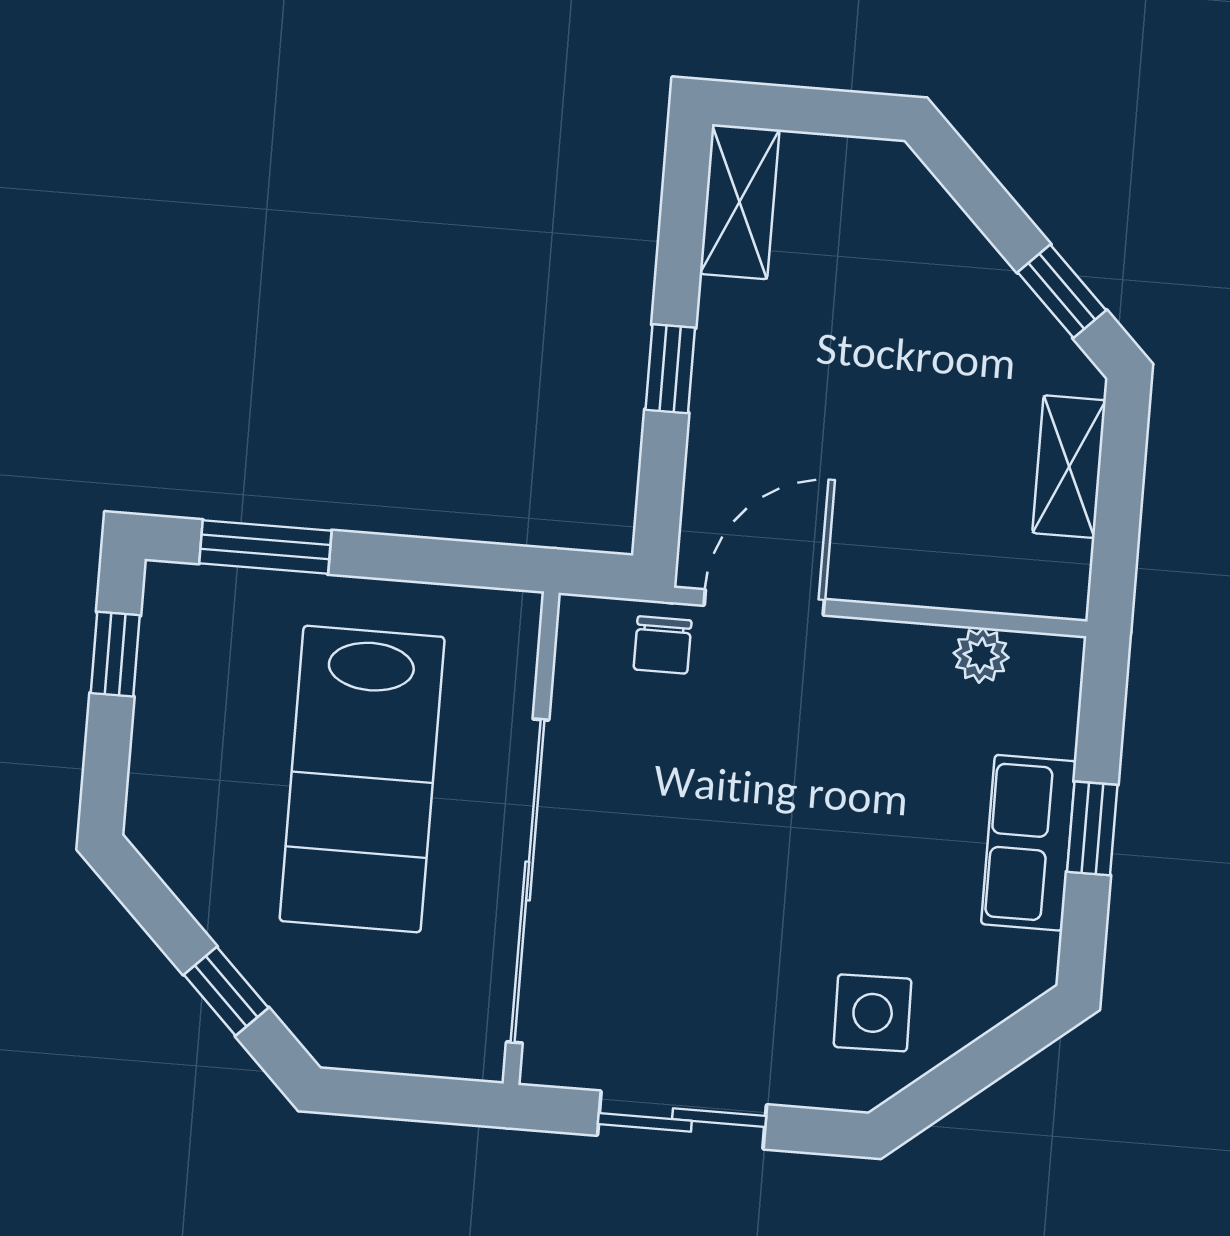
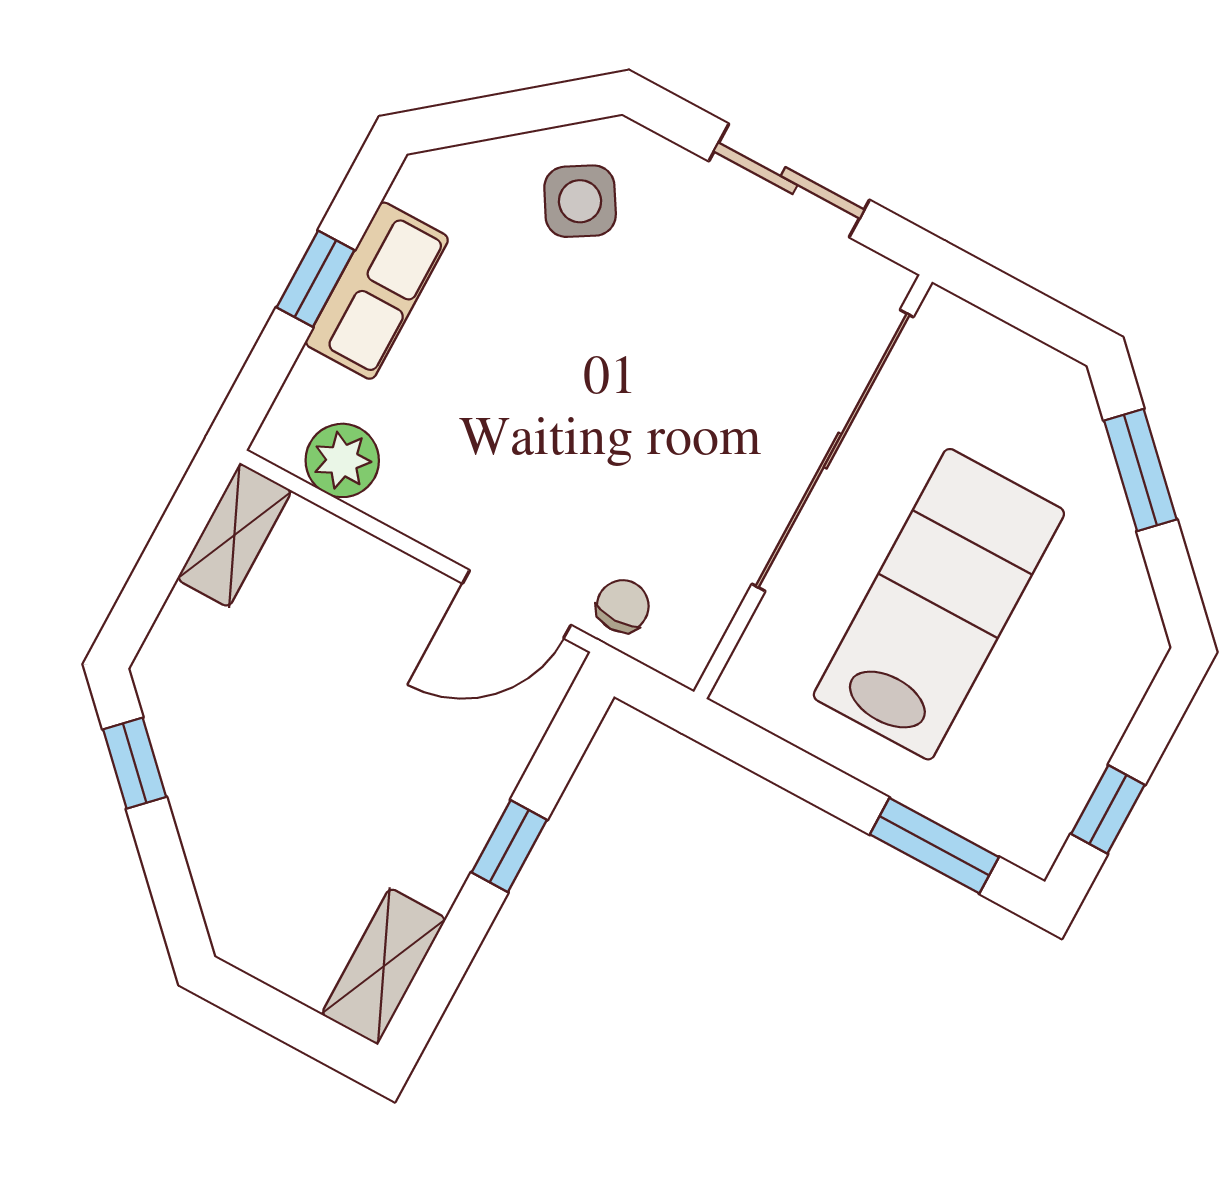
shelving: (1069, 467) -> (234, 535), moved
plant: (981, 655) -> (342, 460), width x1.38, depth x1.38
window: (226, 991) -> (1140, 470), width x1.50
side table: (873, 1013) -> (580, 201), turned -30

